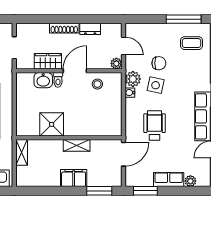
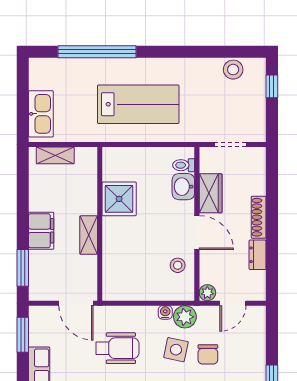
toilet: (58, 80) -> (184, 165), moved
shelving: (22, 152) -> (55, 155), moved

